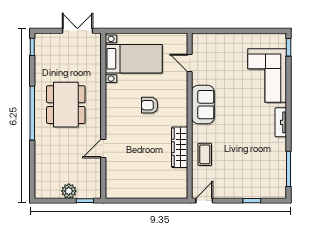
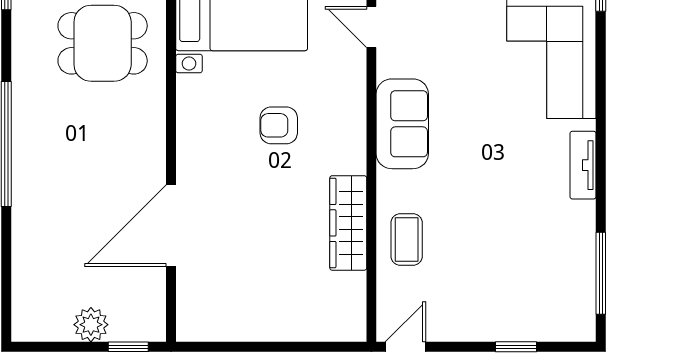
dining table: (66, 105) -> (103, 43), moved, width x0.73
door: (103, 148) -> (171, 226), width x1.88

